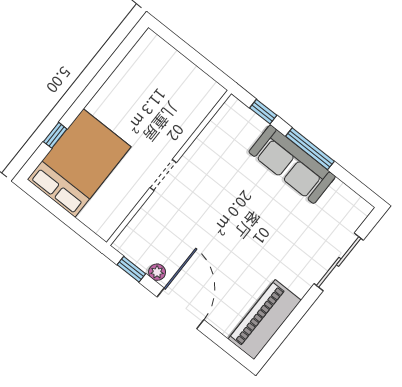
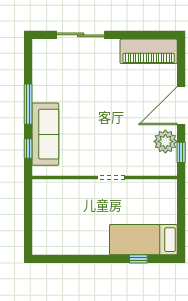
bed: (79, 163) -> (143, 240), width x0.67
sofa: (292, 164) -> (45, 134), moved
plant: (157, 272) -> (165, 141), width x1.87, depth x1.87

